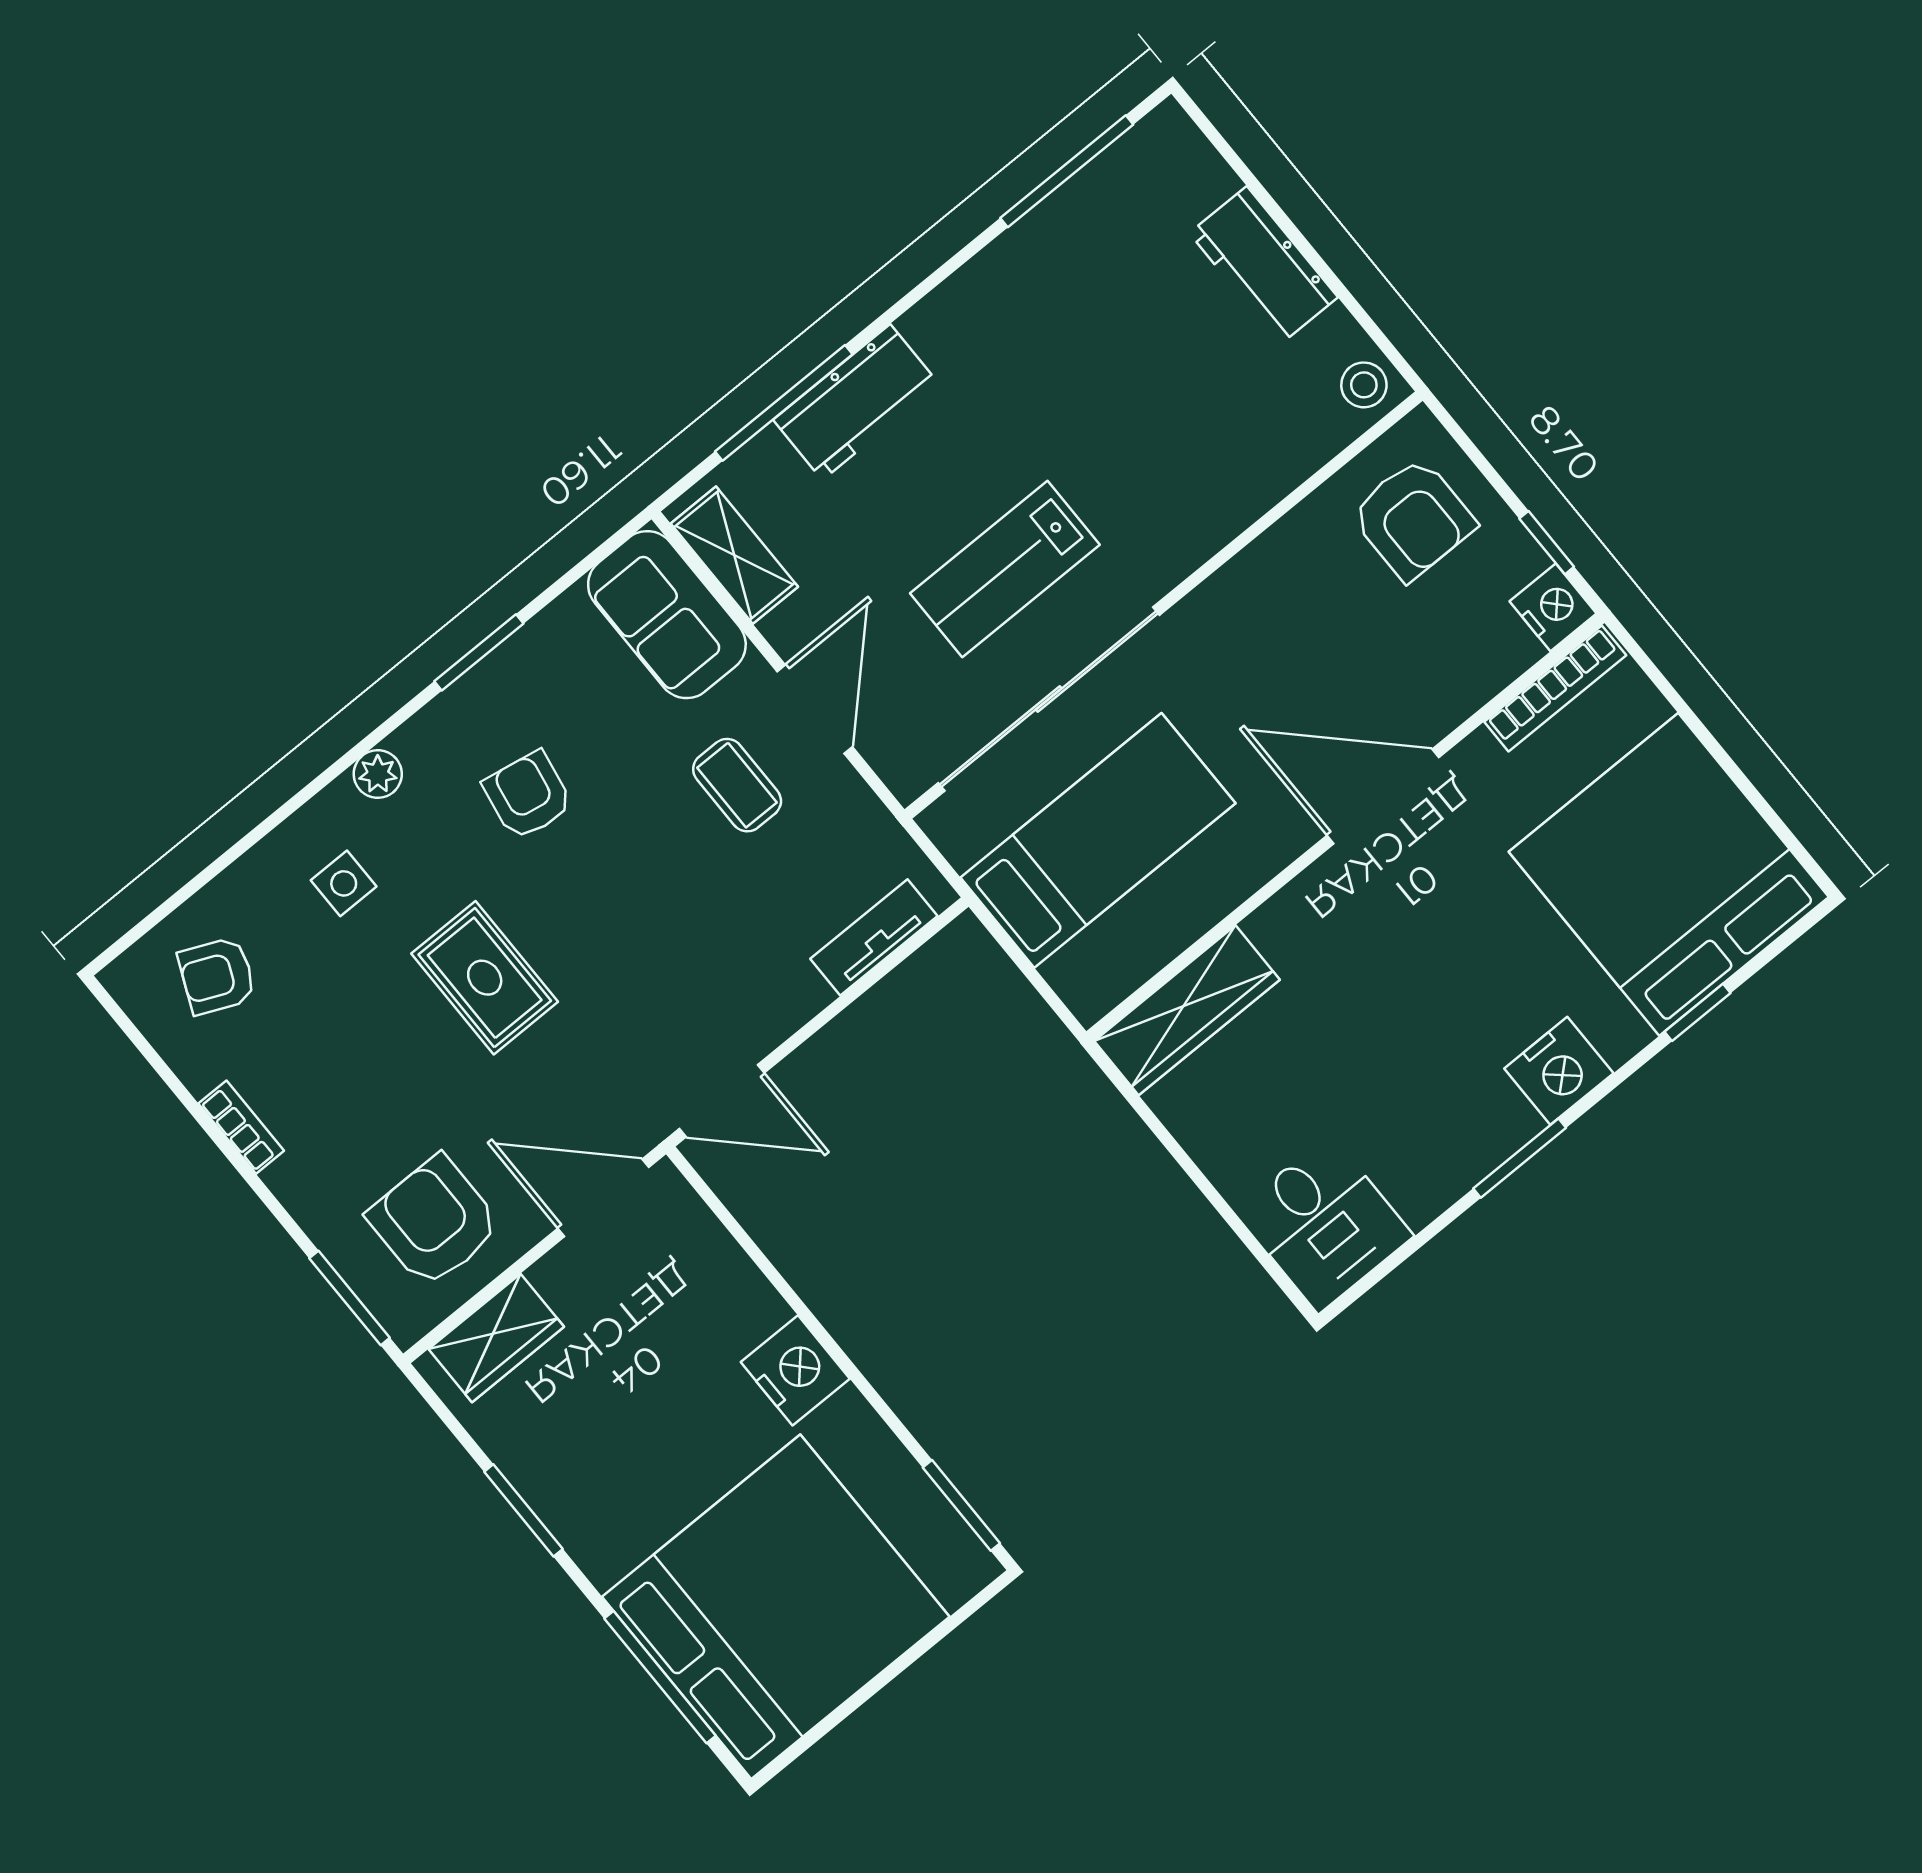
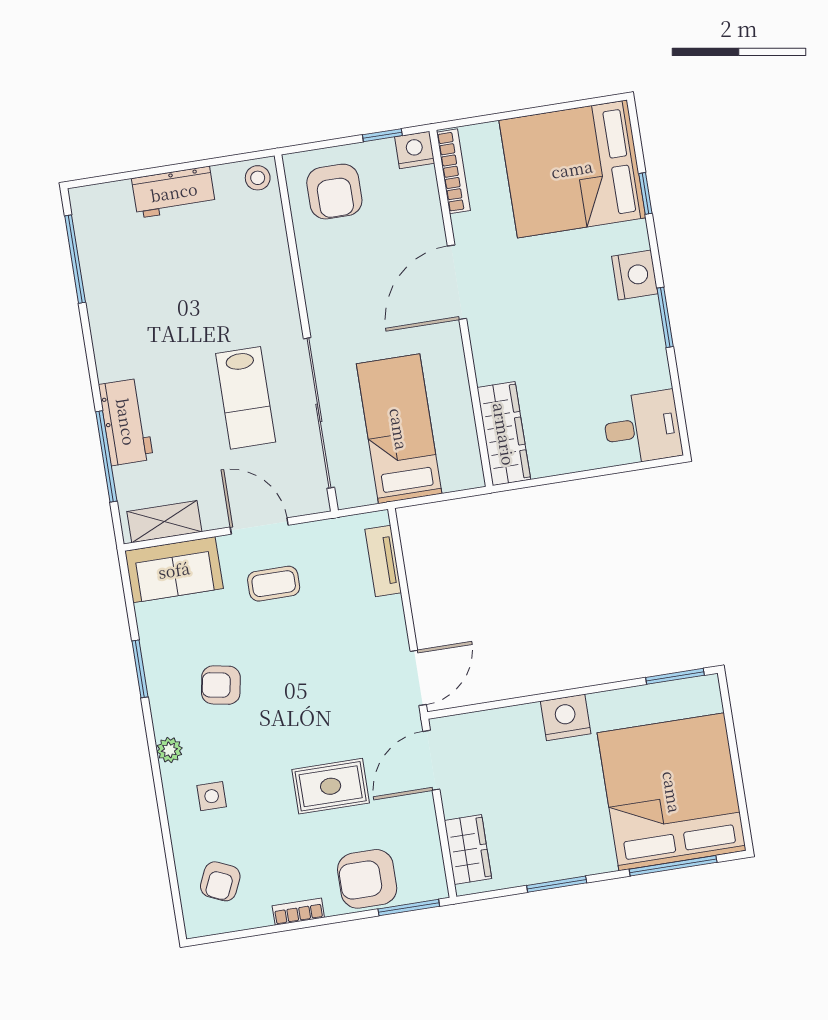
armchair: (1413, 519) -> (334, 192), turned 90
rug: (485, 978) -> (331, 786), moved
armchair: (434, 1221) -> (367, 879), moved

